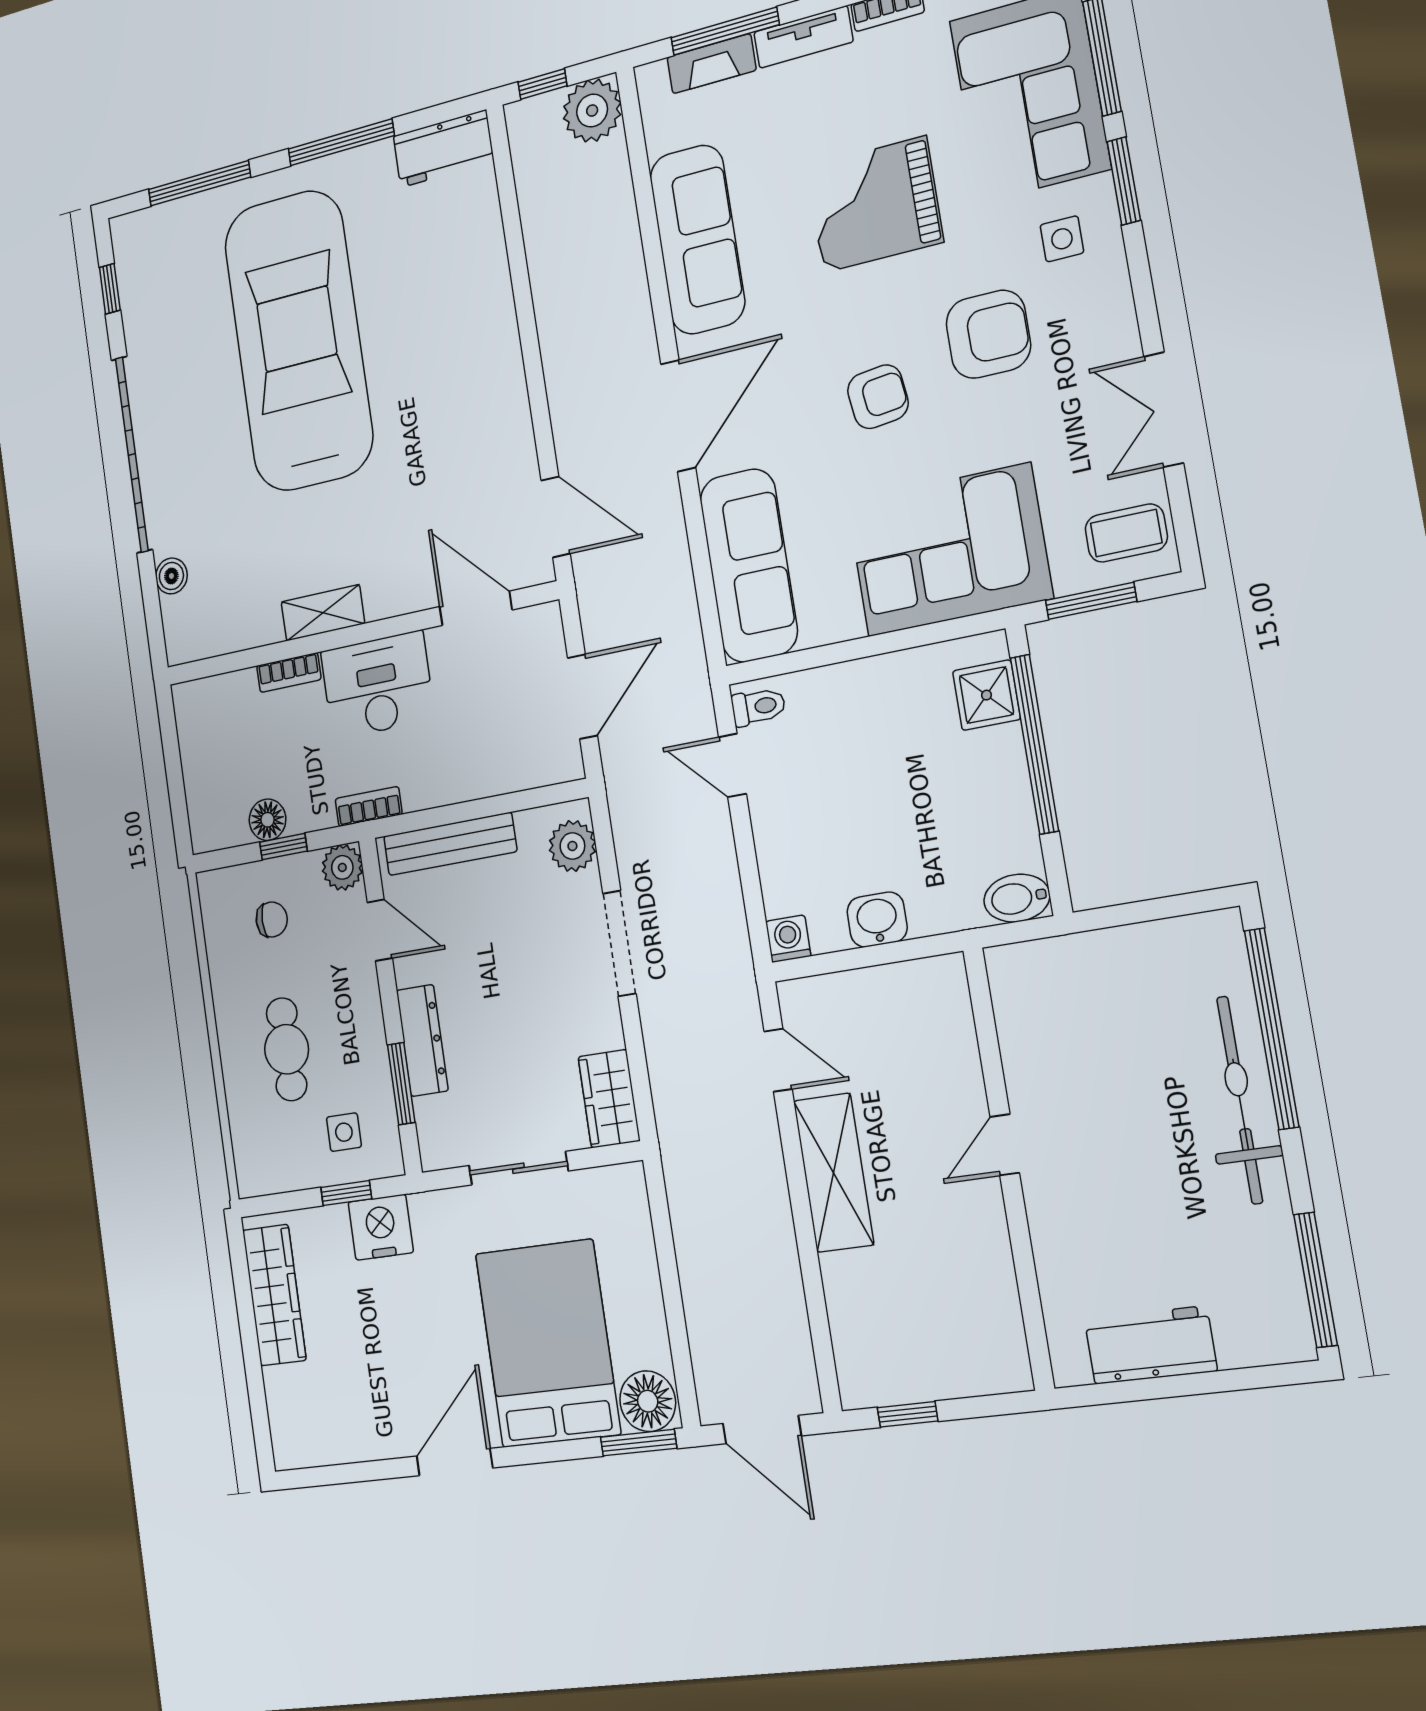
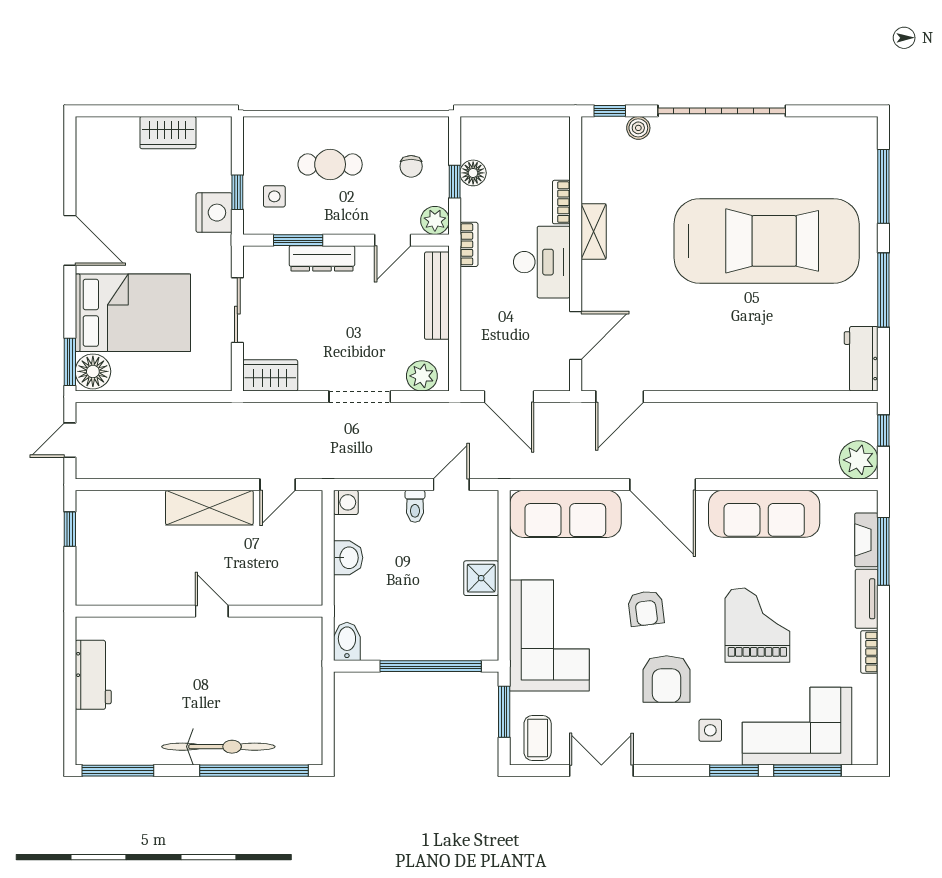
window: (110, 289) -> (610, 111), moved
shower: (986, 695) -> (481, 578), moved
toilet: (758, 707) -> (415, 506), moved
wardrobe: (274, 1295) -> (168, 133), width x0.67
door: (762, 1430) -> (70, 440), width x0.73

